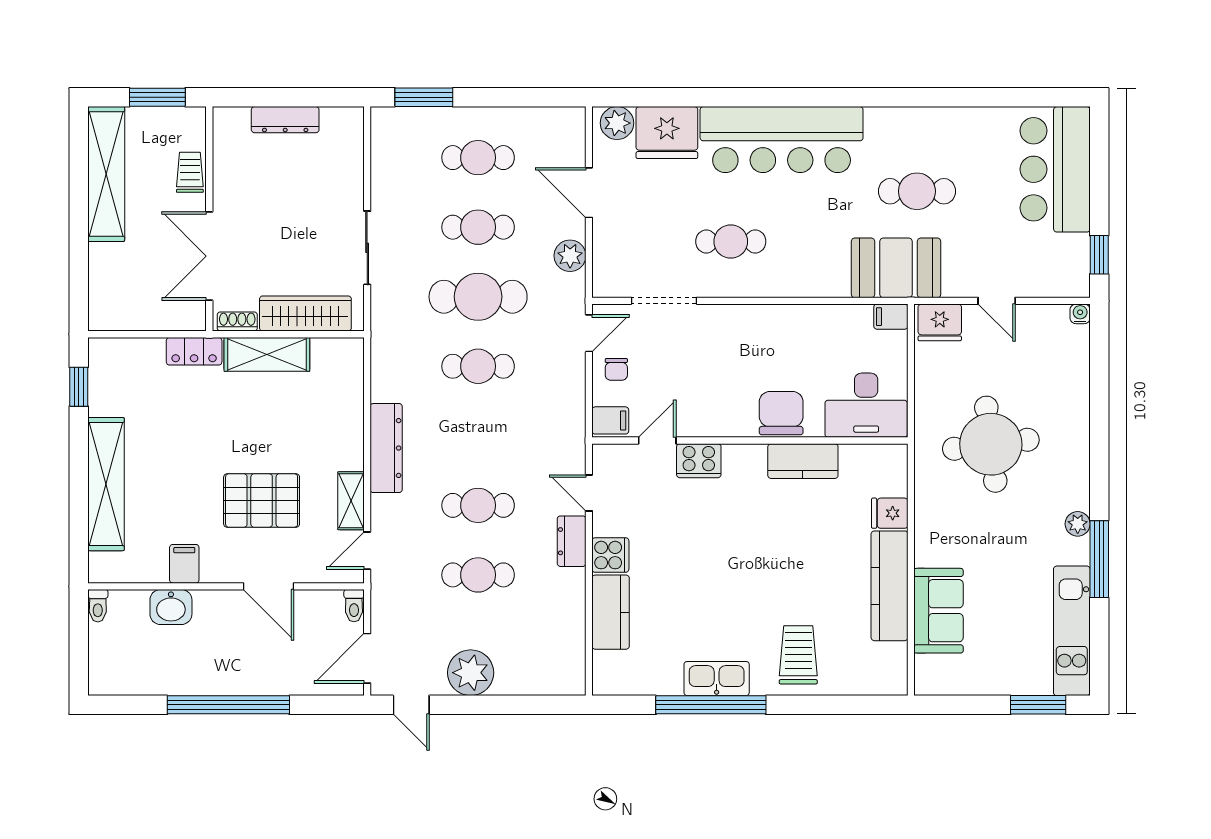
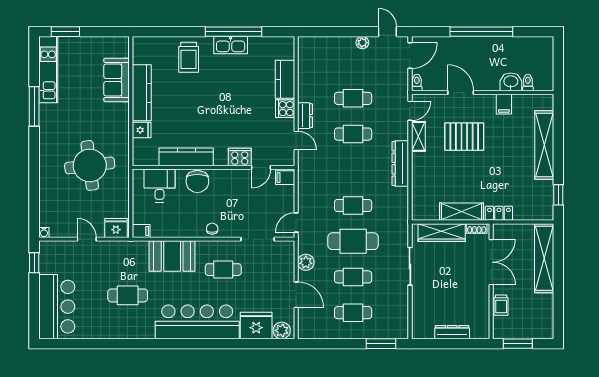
shelving: (106, 174) -> (544, 258), moved
booth: (896, 268) -> (172, 256), moved
chair: (616, 369) -> (212, 229), moved
desk: (866, 405) -> (159, 185), width x0.73
kitchen counter: (803, 461) -> (186, 157), width x1.50
plant: (1078, 524) -> (45, 125), removed
toilet: (98, 606) -> (528, 83), moved
plant: (471, 673) -> (362, 43), width x0.53, depth x0.53

